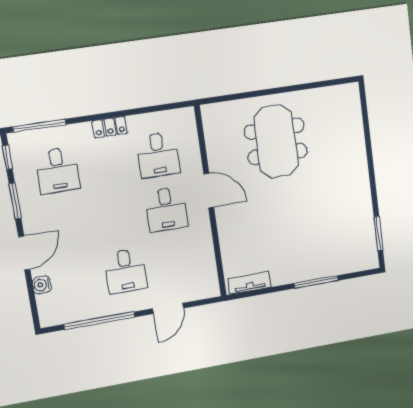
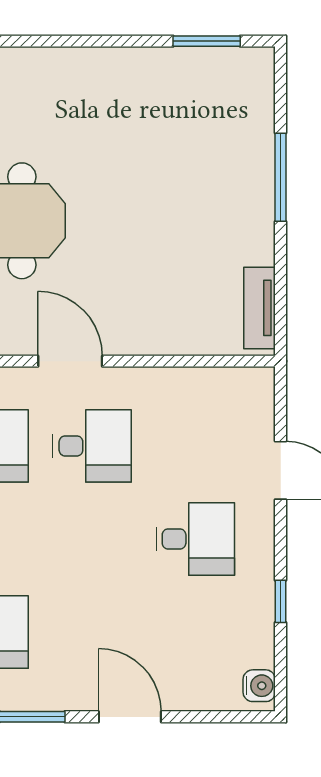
door: (209, 191) -> (70, 361), hinge flipped
water cooler: (42, 285) -> (259, 686), moved, turned -90
window: (100, 321) -> (281, 601), width x0.32

